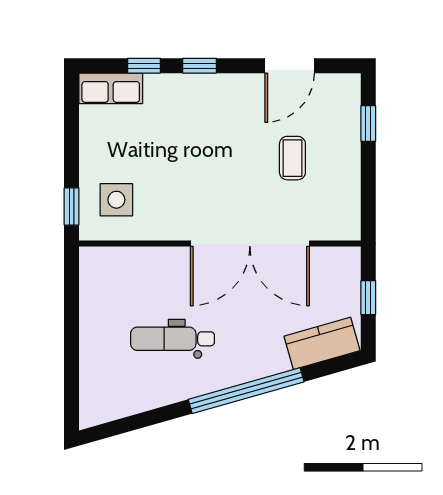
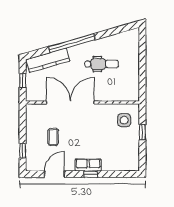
window: (144, 66) -> (113, 174), removed
row of seats: (111, 88) -> (88, 165), moved
window: (71, 206) -> (142, 132), moved
kitchen counter: (322, 343) -> (48, 60), width x1.50

